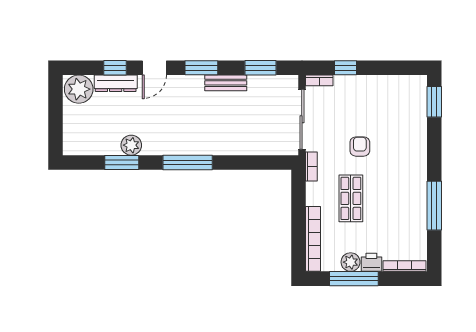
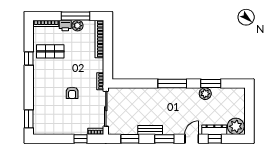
shop shelf: (351, 198) -> (50, 51), moved, turned 90
window: (434, 206) -> (29, 58), width x0.46

